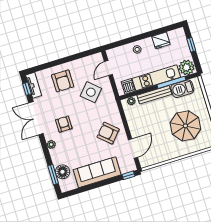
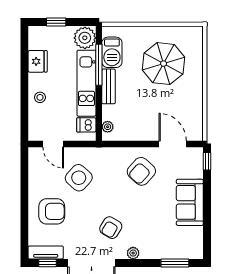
bench: (154, 95) -> (109, 86), width x0.73
armchair: (64, 124) -> (111, 228), turned -59
floor lamp: (62, 172) -> (175, 249), removed
sofa: (97, 172) -> (190, 202), width x0.73

